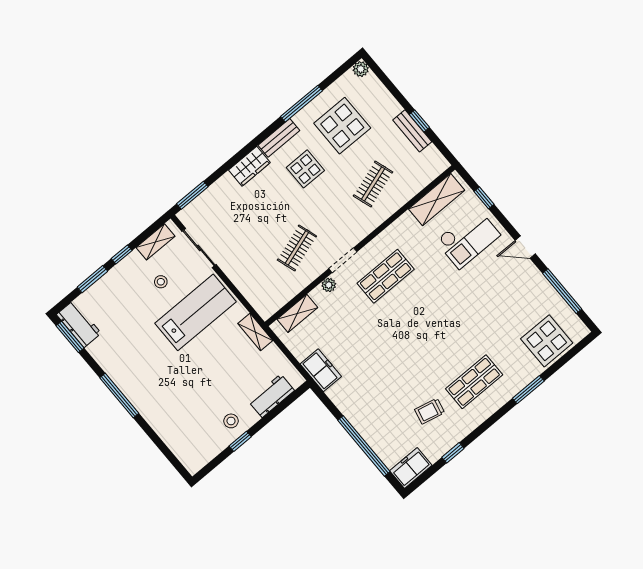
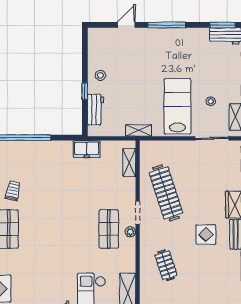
display table: (342, 126) -> (213, 275), removed
clothes rail: (297, 248) -> (166, 193), width x1.86, depth x1.31
plant: (329, 285) -> (130, 232), moved
lab bench: (195, 312) -> (177, 106), turned 180
door: (155, 438) -> (126, 25), added
window: (240, 441) -> (85, 91), moved

